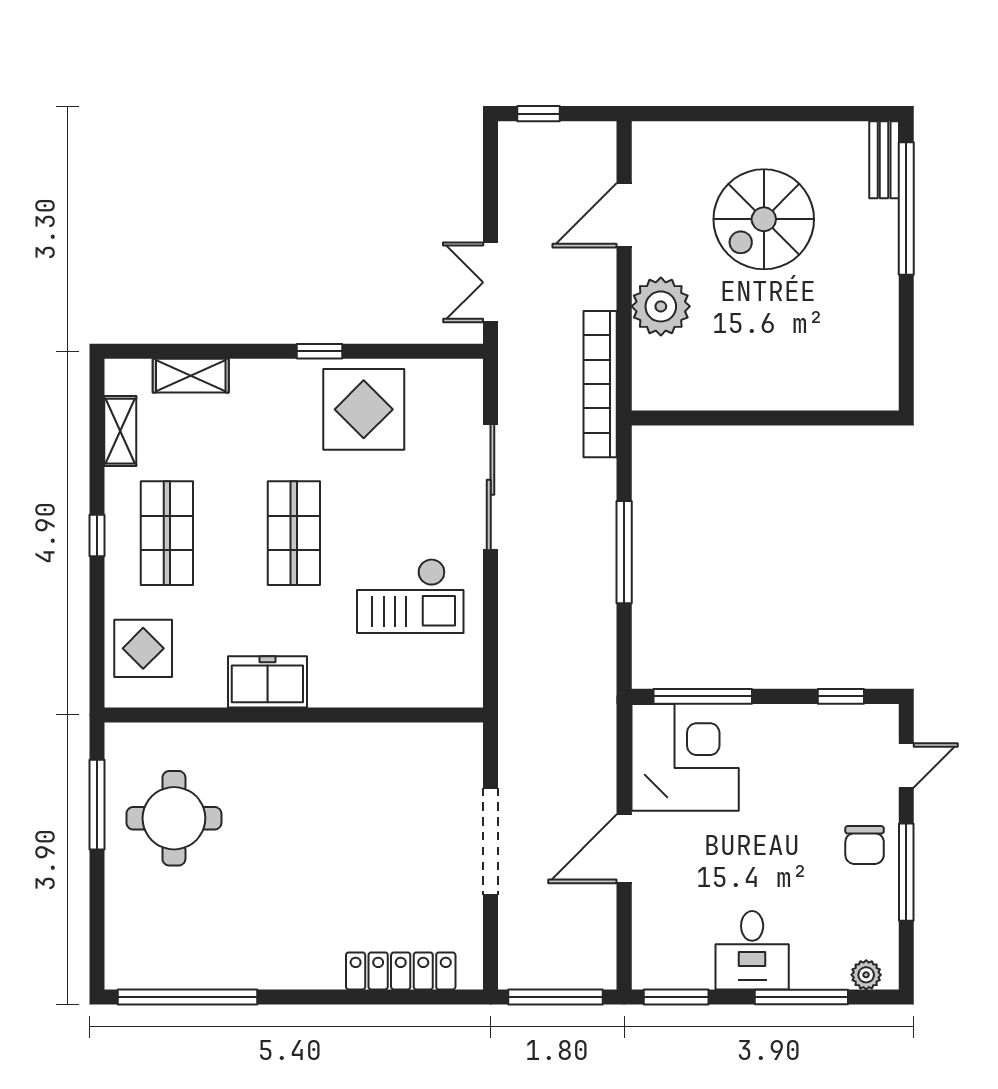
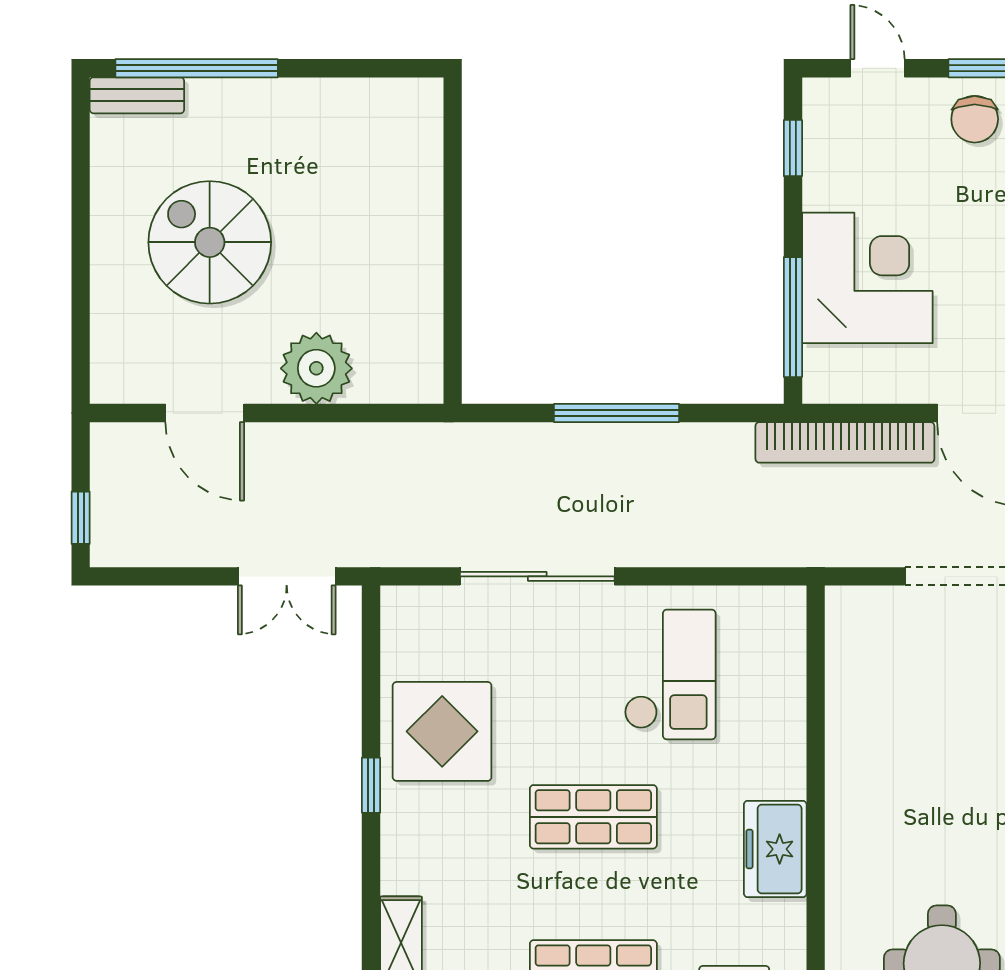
spiral stairs: (764, 219) -> (210, 242), turned 180
bookcase: (600, 384) -> (845, 442), moved
corner desk: (685, 757) -> (867, 278), moved, turned 90
chair: (865, 845) -> (975, 119), turned 90

